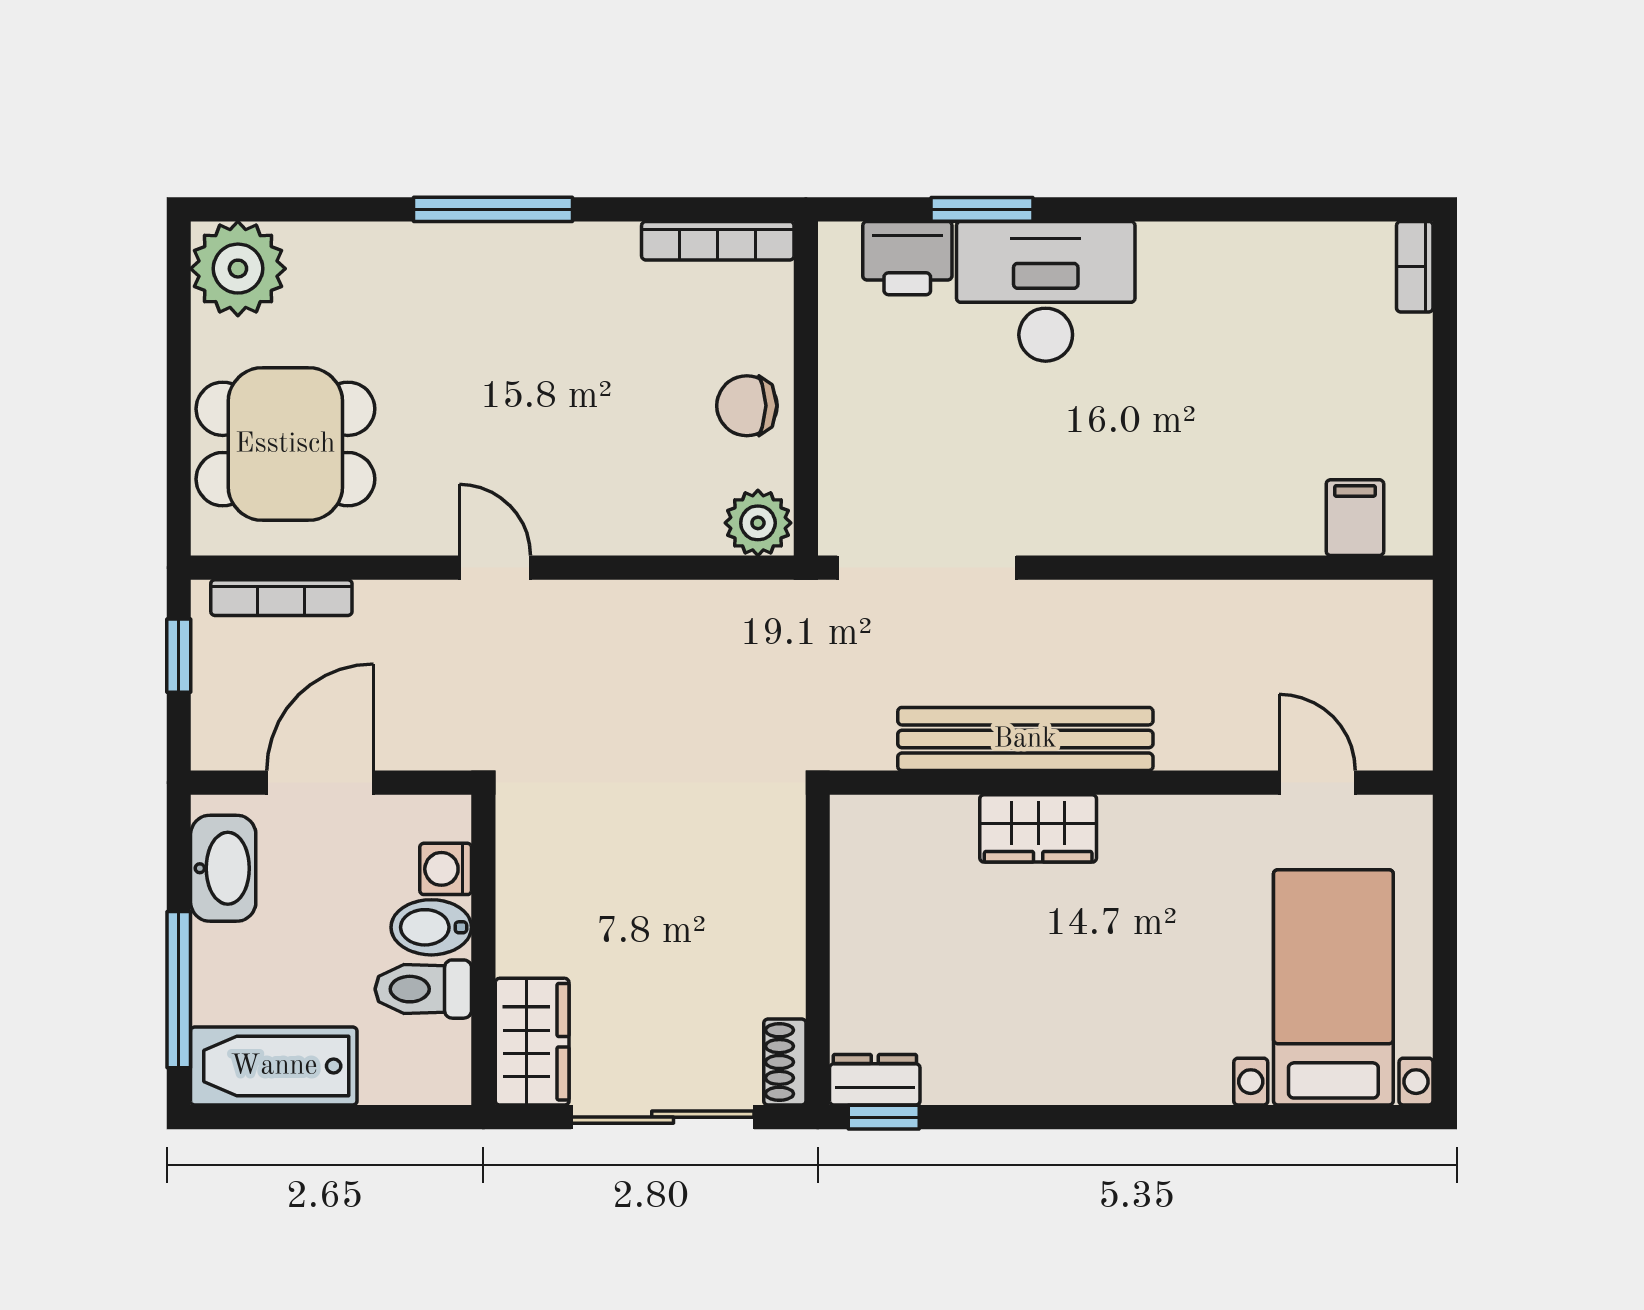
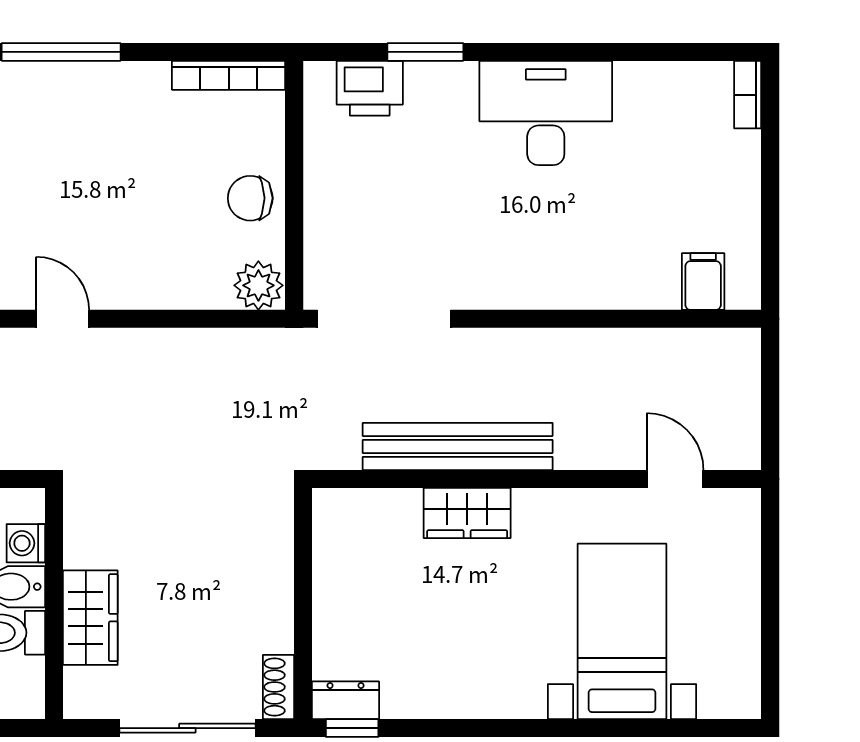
desk: (1046, 291) -> (546, 113), moved
bed with nightstands: (1333, 987) -> (622, 631), moved
wardrobe: (532, 1042) -> (90, 618), moved

